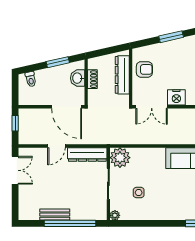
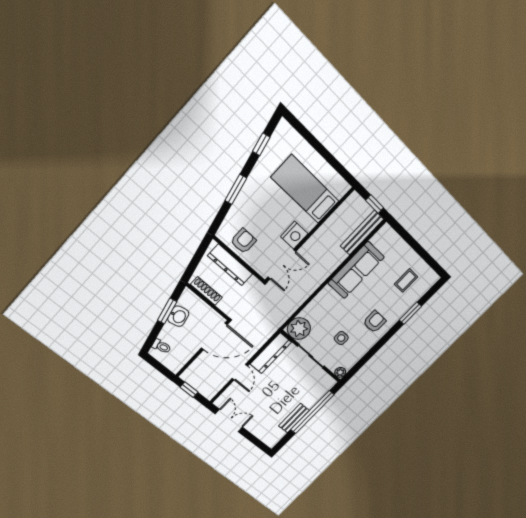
washbasin: (78, 78) -> (178, 316), moved, turned -103
shoe rack: (92, 79) -> (206, 291), width x1.43
armchair: (169, 204) -> (375, 322), added

